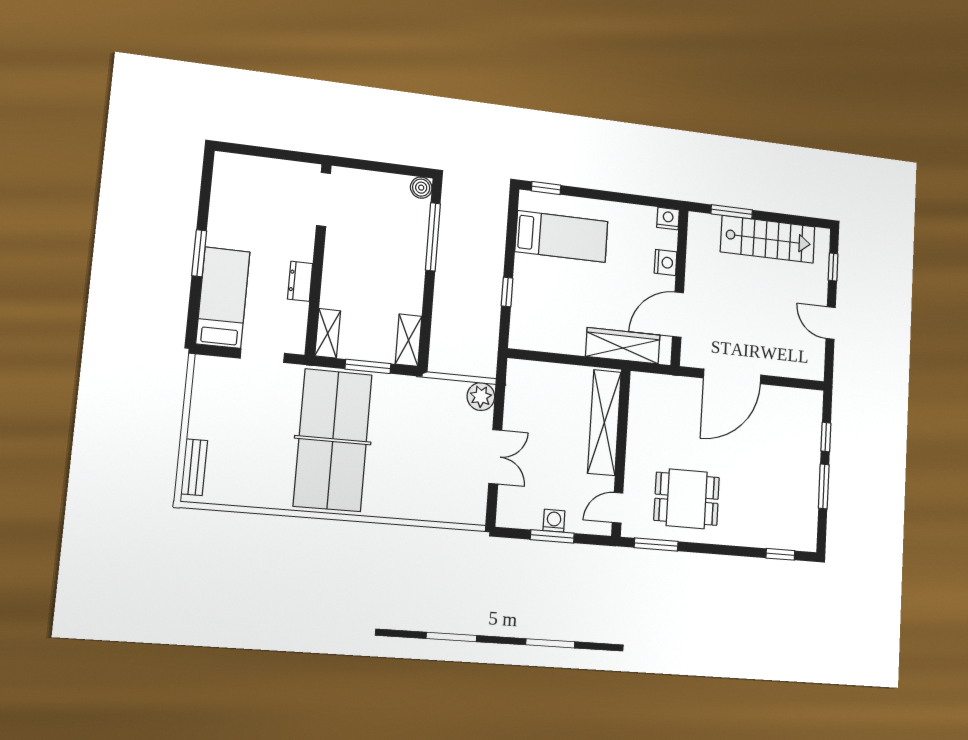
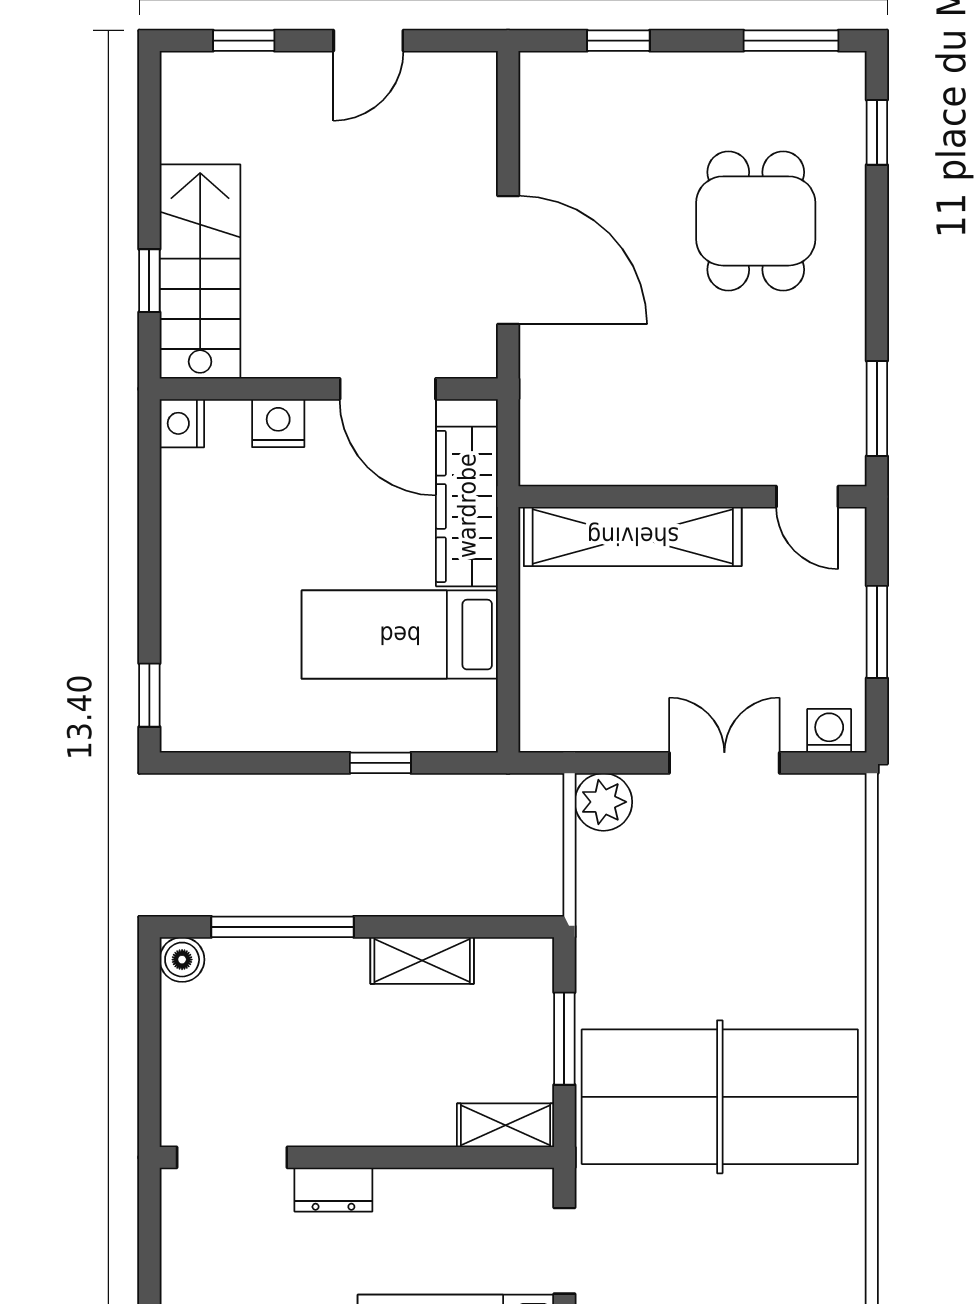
window: (732, 212) -> (149, 281), width x0.67
bed: (562, 237) -> (400, 635), moved, turned -90
stairs: (768, 239) -> (200, 272), moved
dresser: (300, 281) -> (333, 1190), moved
shelving: (409, 340) -> (422, 960), moved
window: (824, 486) -> (791, 41), moved
dining table: (687, 499) -> (756, 221), moved
washing machine: (554, 521) -> (829, 731), moved, turned 90

